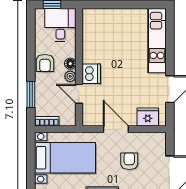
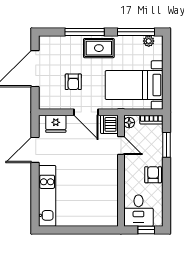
floor lamp: (70, 64) -> (129, 123), moved
dishwasher: (91, 74) -> (109, 124), moved
plant: (70, 76) -> (129, 162), removed

